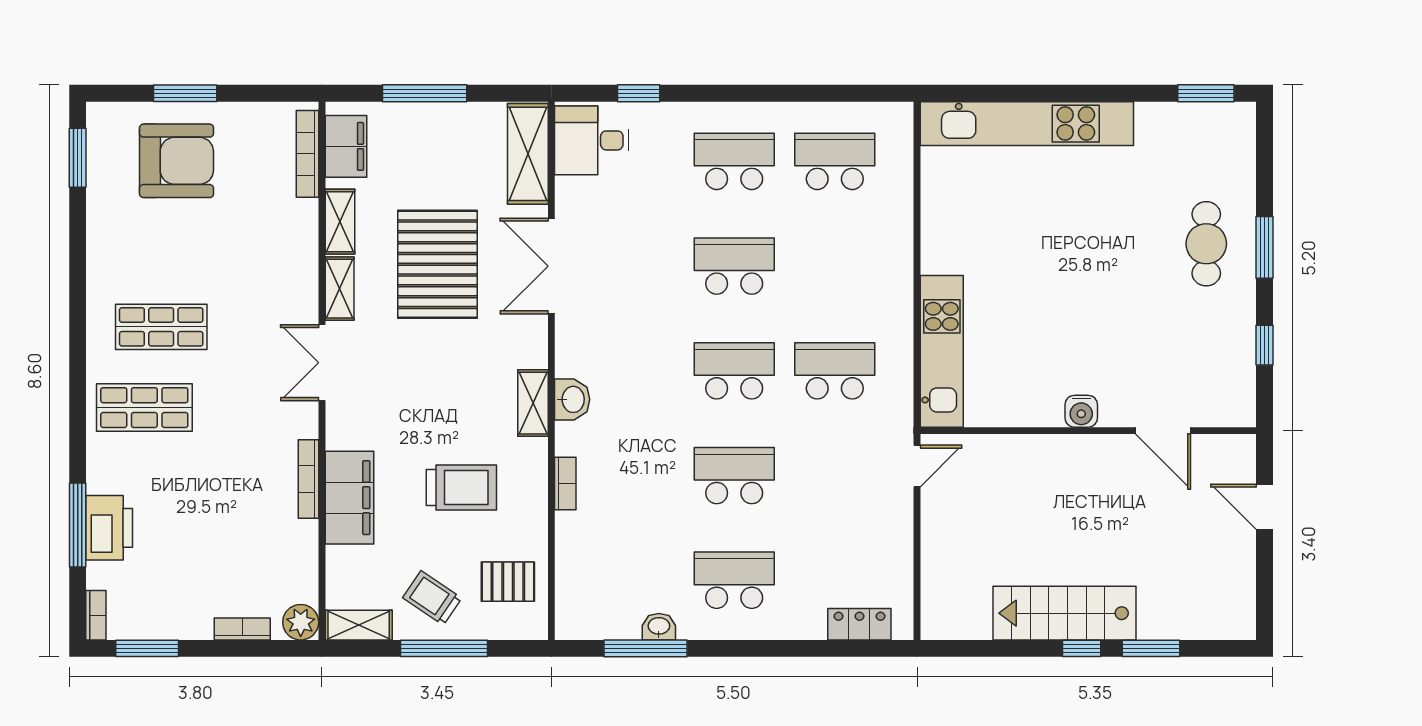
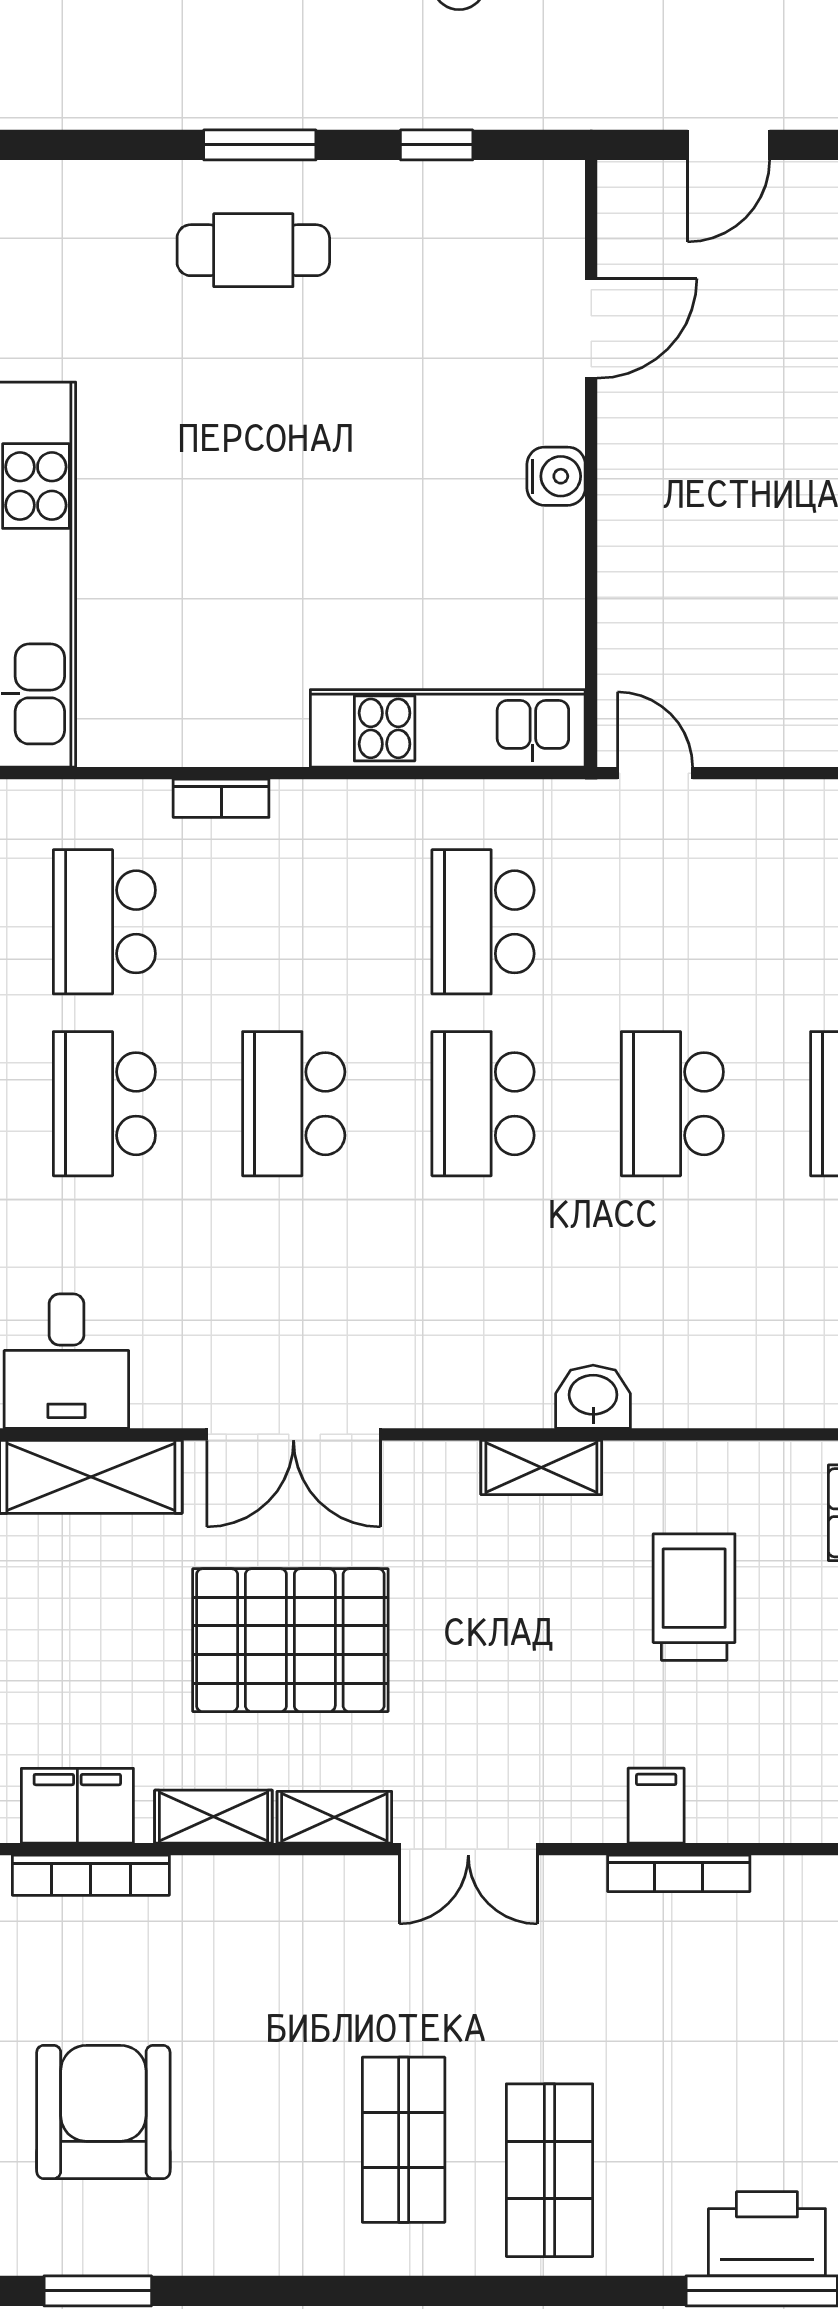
washbasin: (572, 399) -> (593, 1397), moved
bookcase: (565, 483) -> (221, 798), moved, turned 180
filing cabinet: (349, 498) -> (656, 1806), width x0.33, depth x0.86

